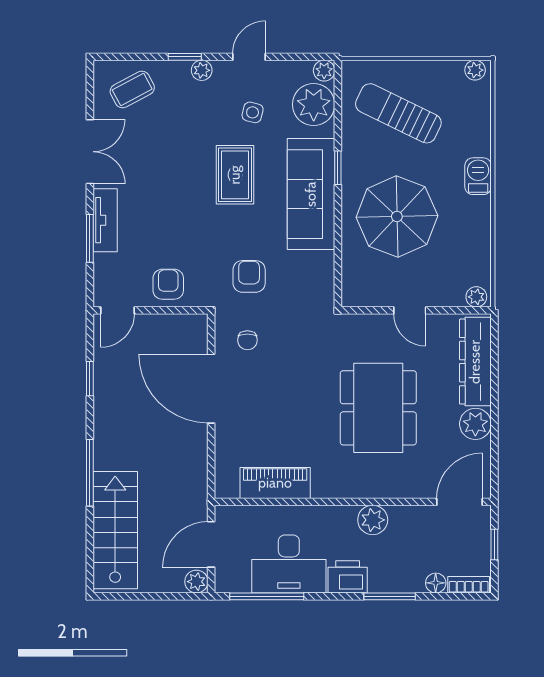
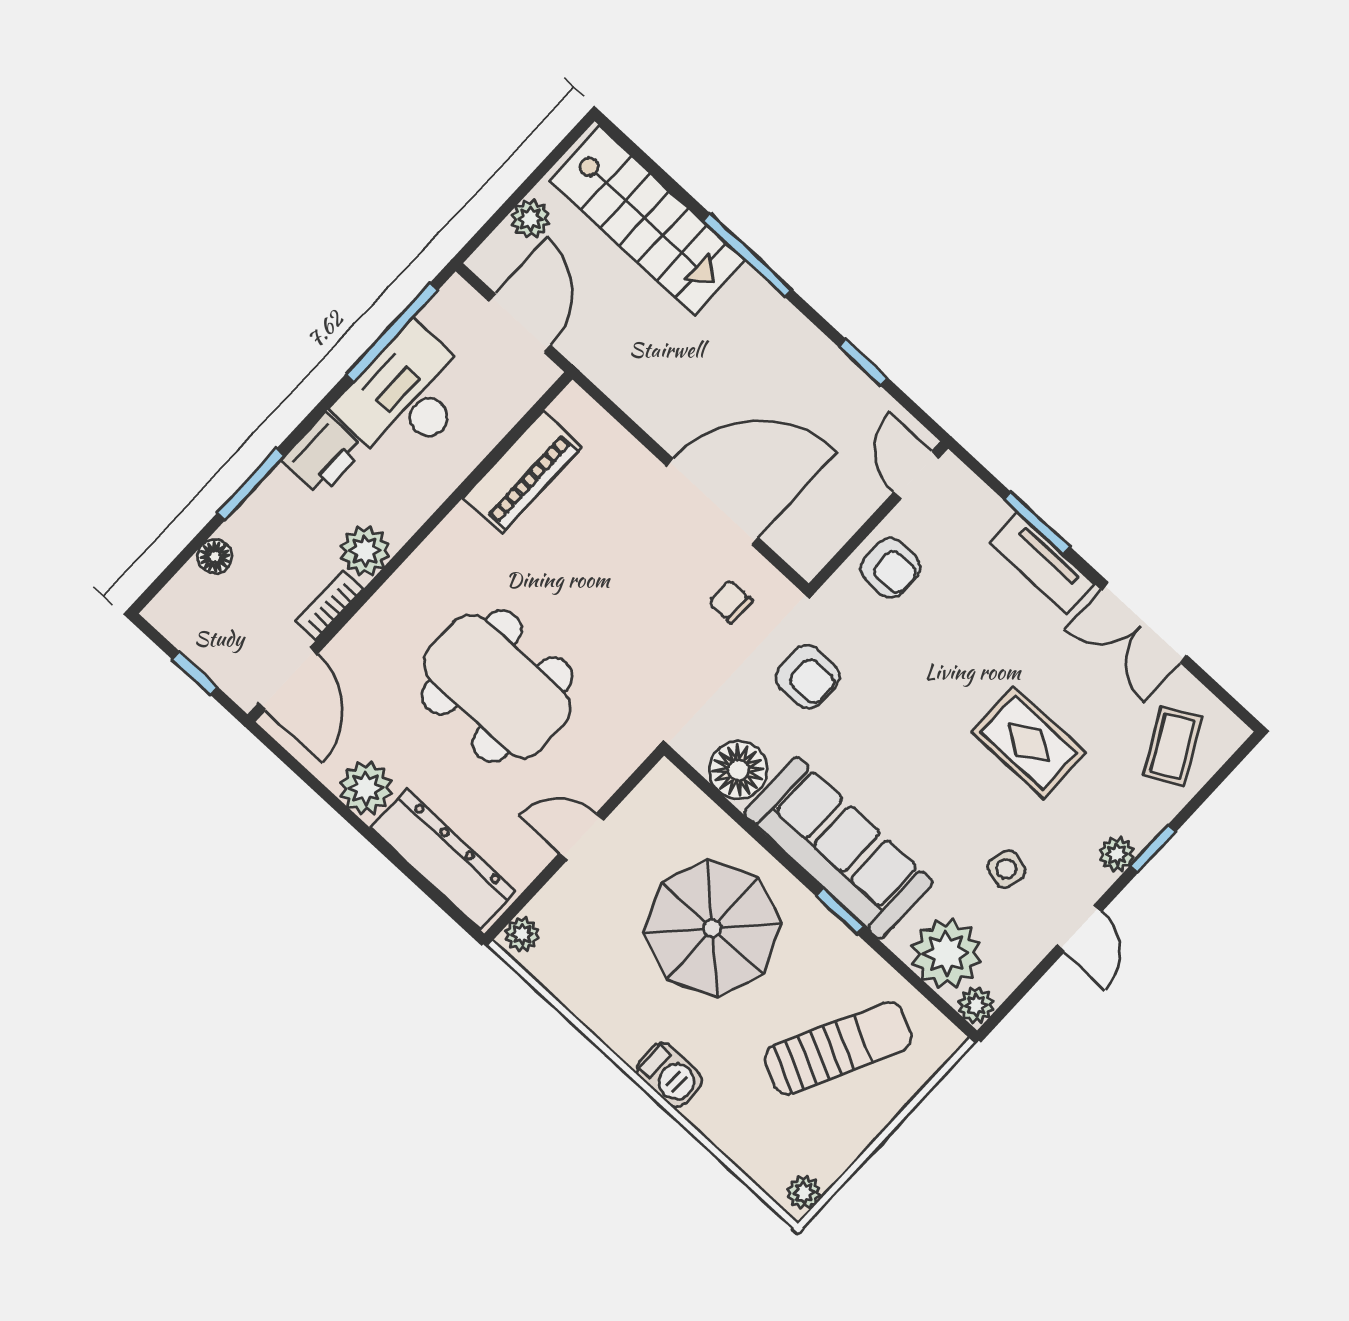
rug: (235, 175) -> (1029, 742), moved
floor lamp: (318, 269) -> (738, 770), added
plant: (196, 582) -> (531, 219), moved
bookcase: (469, 585) -> (330, 605), moved, turned 180

